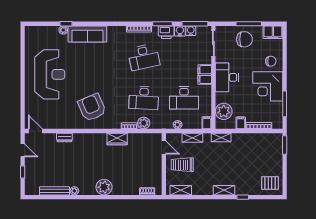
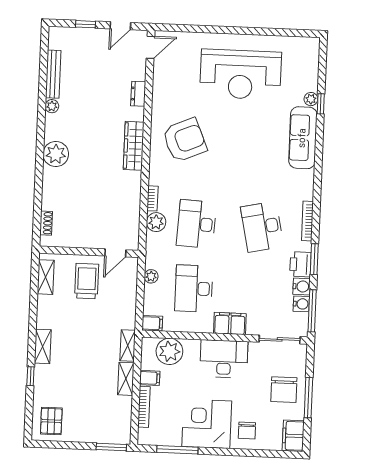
shelving: (192, 138) -> (126, 379), moved
wardrobe: (117, 139) -> (134, 146), moved, width x1.50

